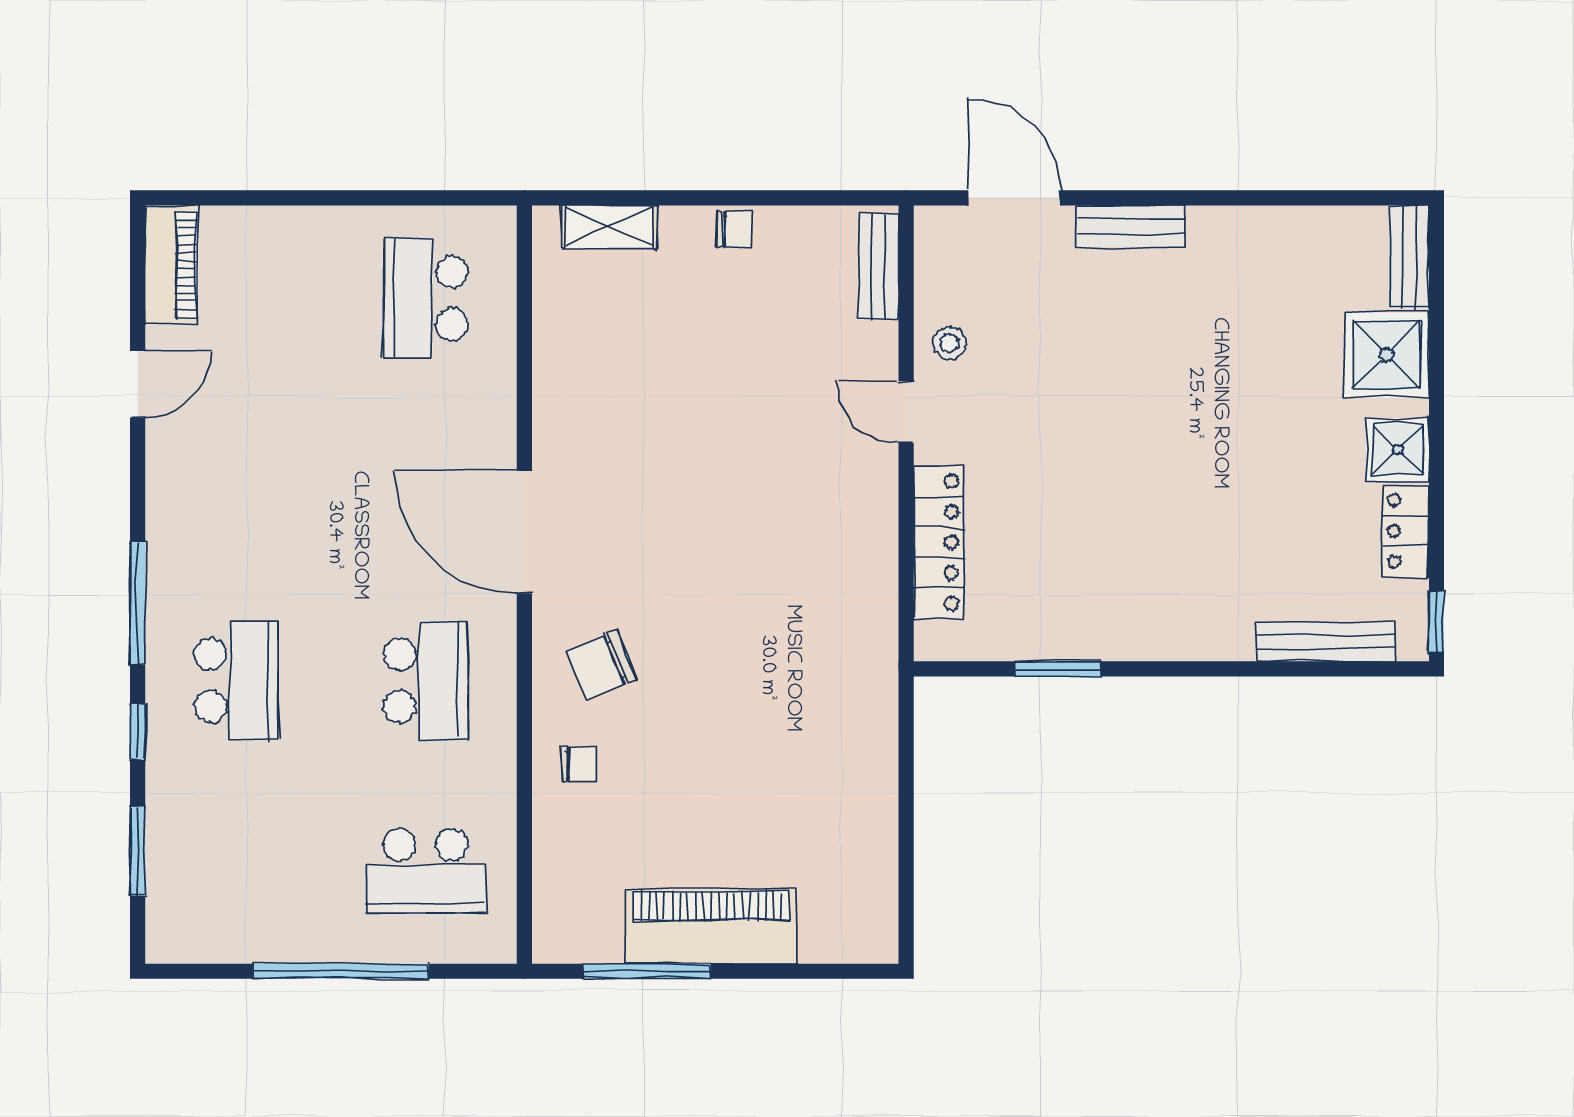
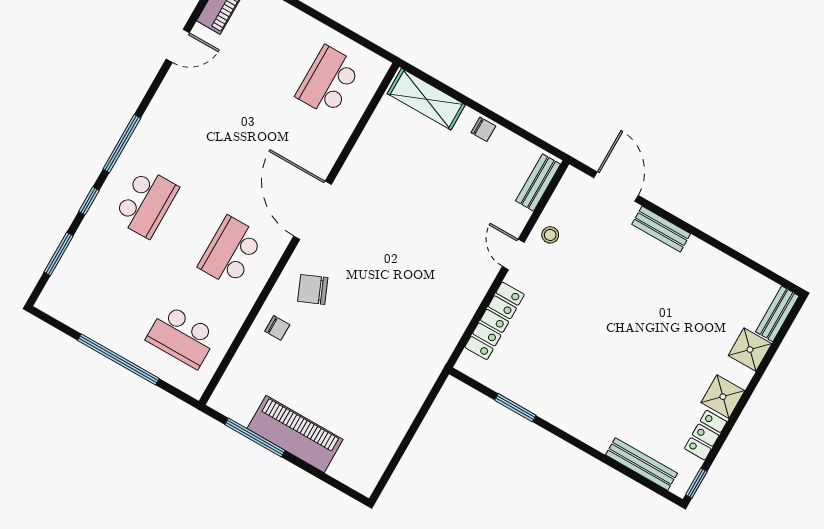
shelving: (609, 227) -> (426, 99), width x1.50, depth x1.33
shower: (1387, 355) -> (750, 350), width x0.73, depth x0.73
school desk: (426, 680) -> (231, 251), turned 180

